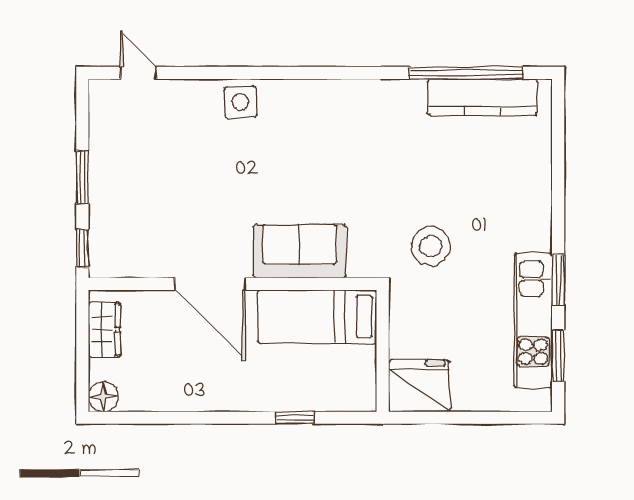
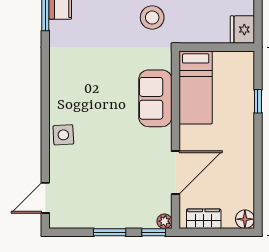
door: (138, 73) -> (45, 198), width x1.38
plant: (100, 266) -> (164, 221), added
door: (210, 284) -> (175, 173), moved
fridge: (419, 386) -> (242, 30), width x0.73, depth x0.75

